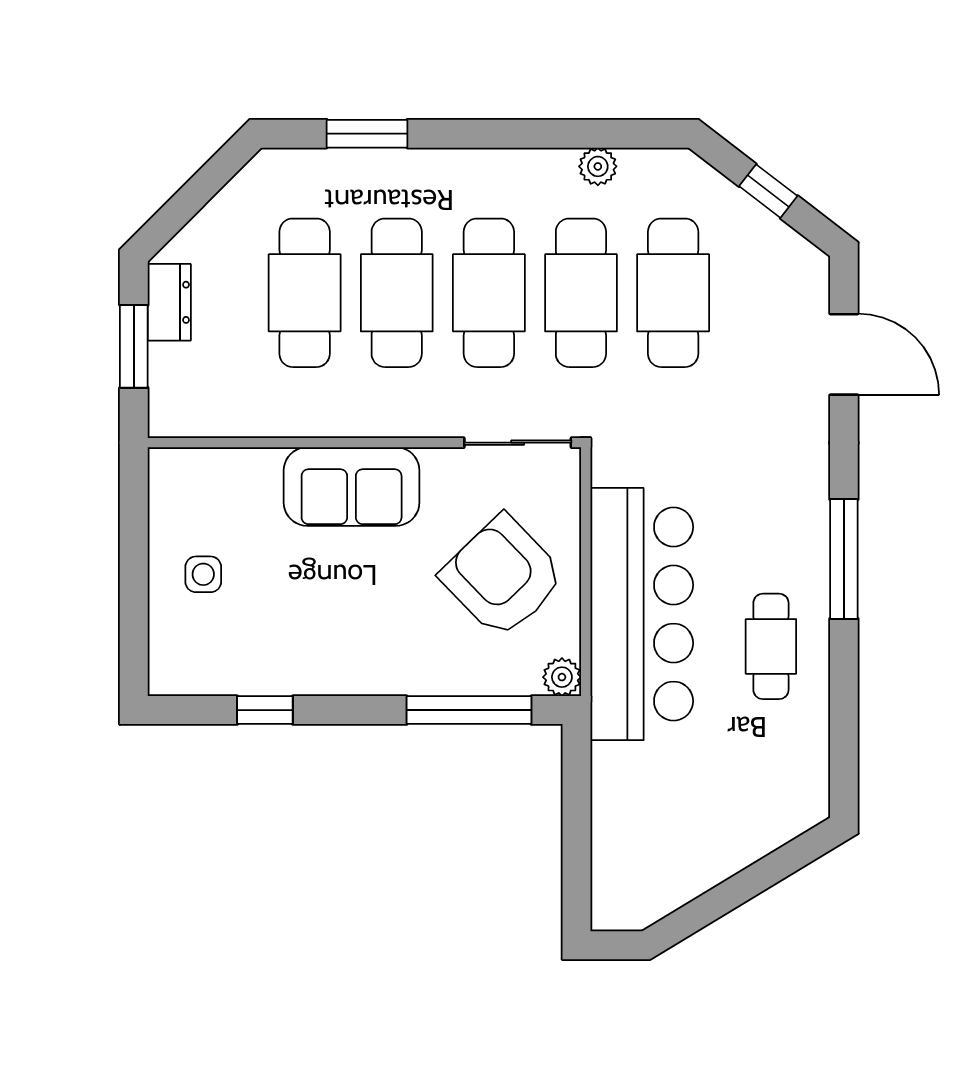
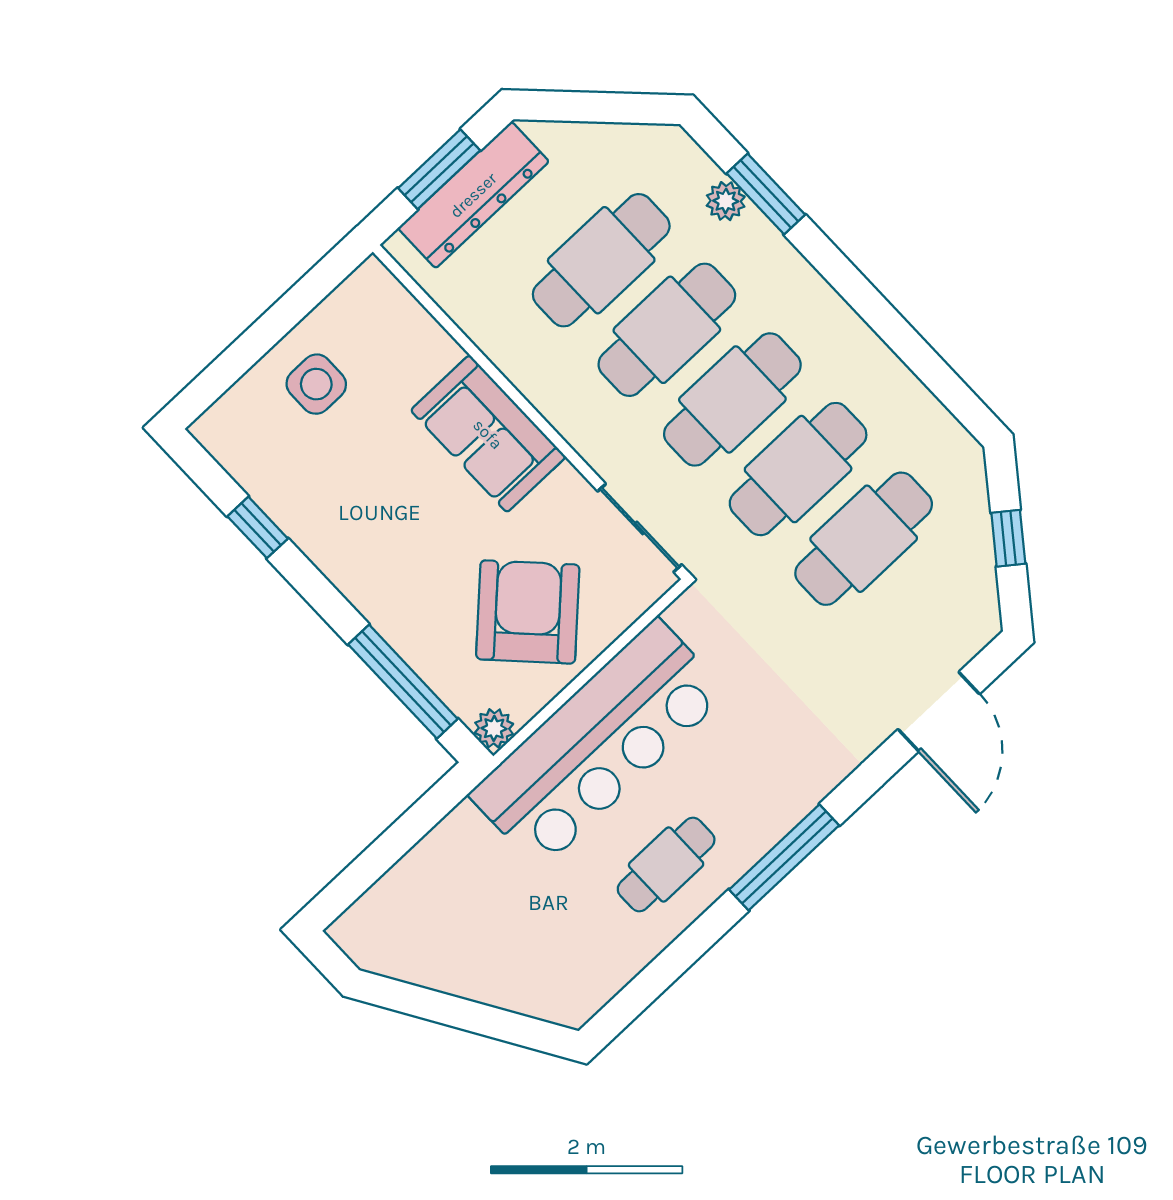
plant: (598, 166) -> (726, 201), moved
dresser: (169, 302) -> (473, 195), width x1.96, depth x1.24
side table: (203, 574) -> (316, 384), width x1.37, depth x1.37

